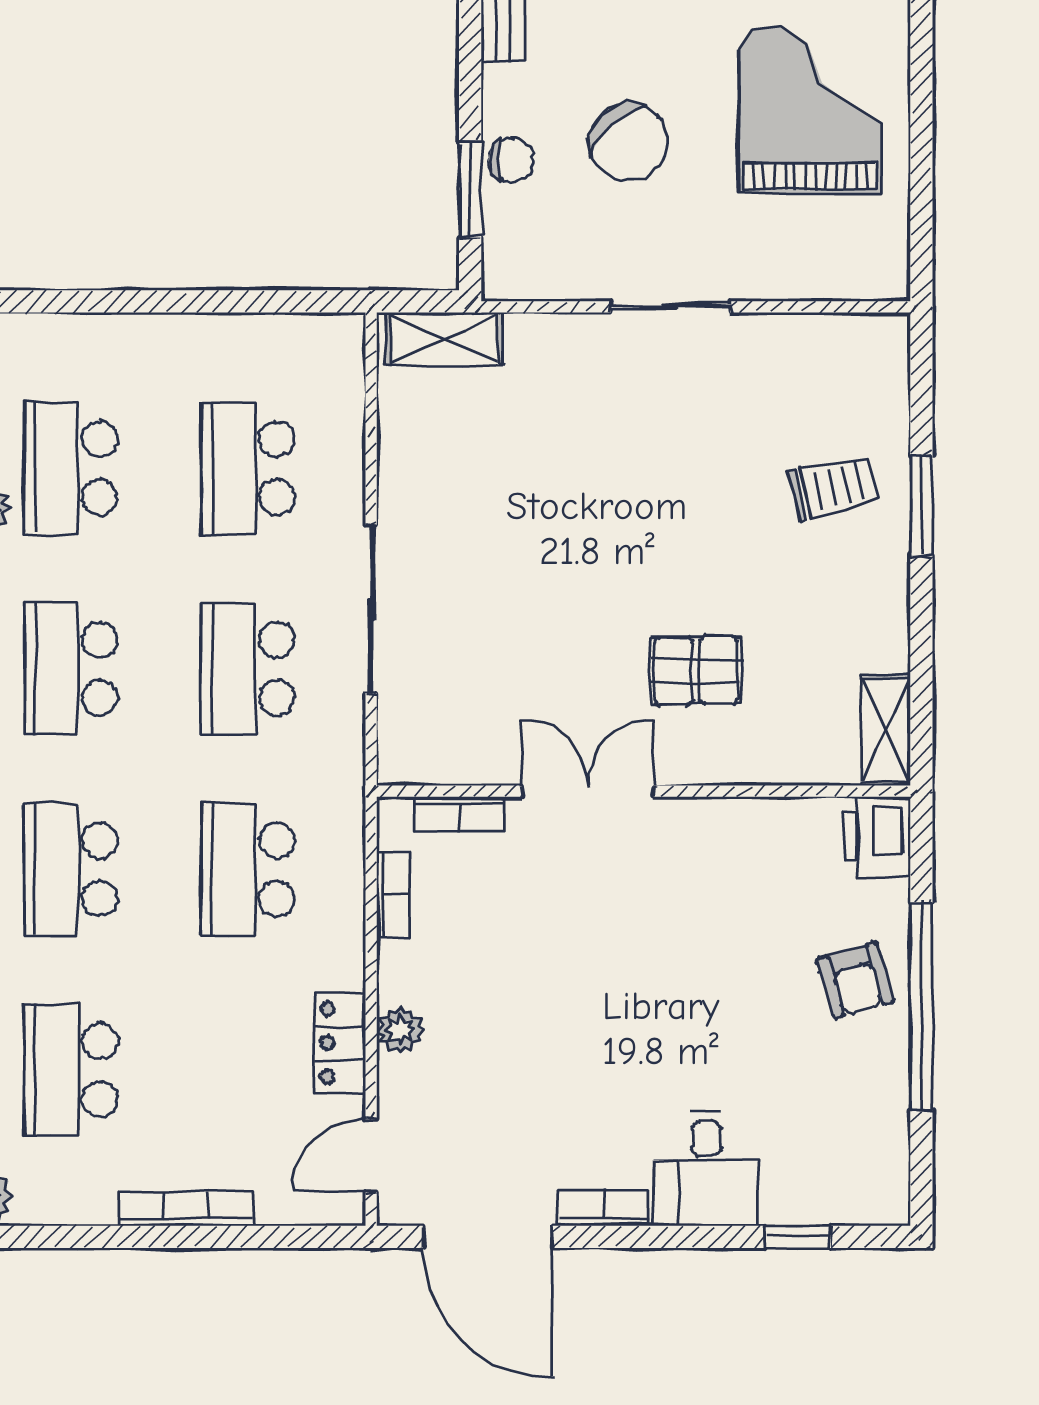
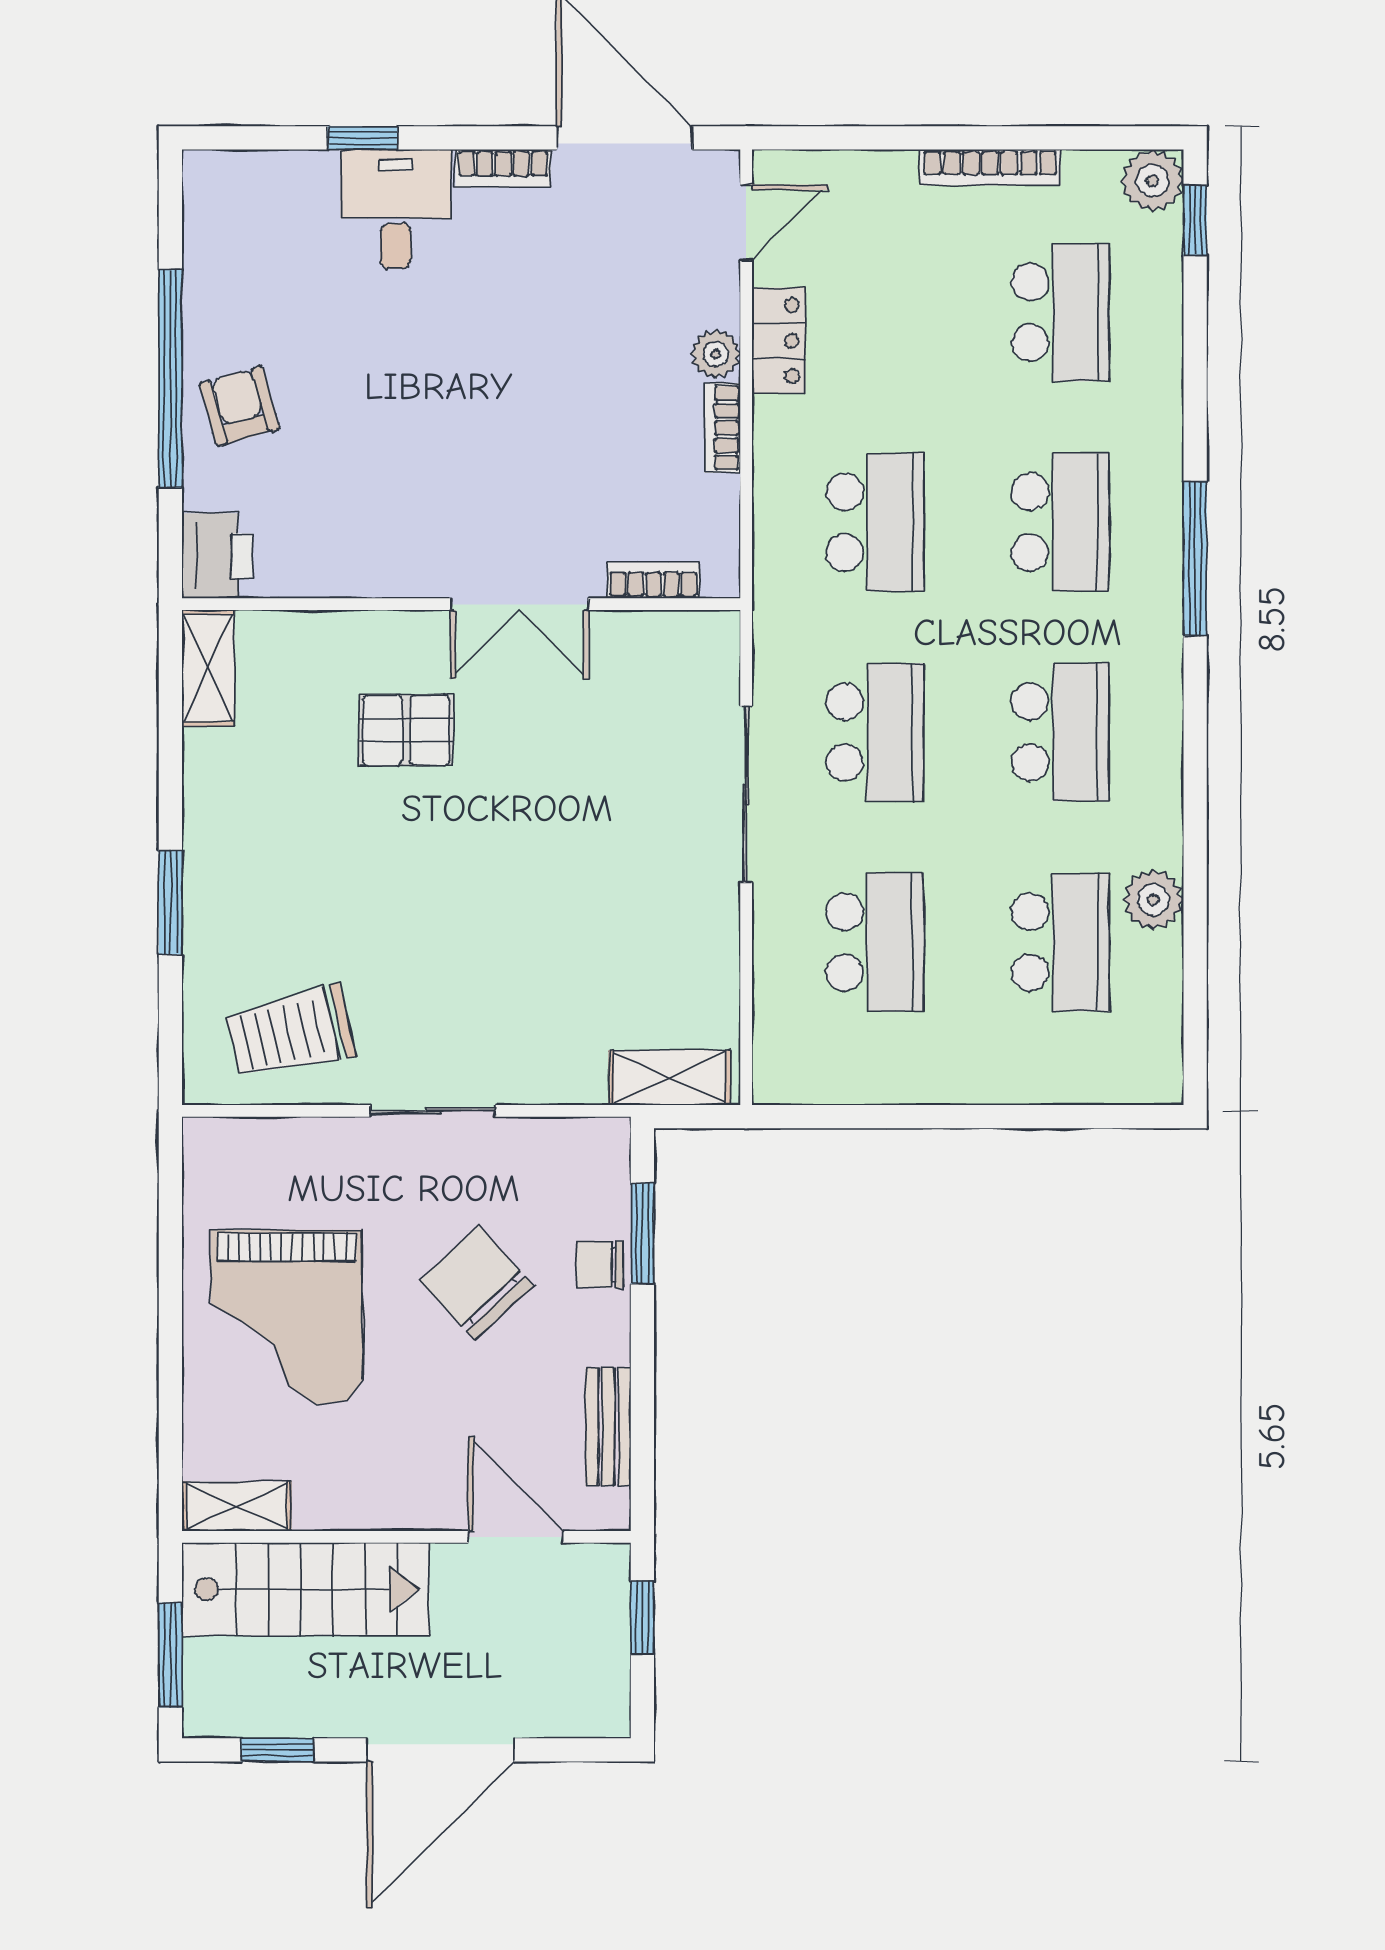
trolley: (834, 487) -> (290, 1033), moved, width x1.36, depth x1.39
bookcase: (394, 894) -> (722, 428), moved
bookcase: (186, 1209) -> (990, 167), moved
window: (798, 1237) -> (363, 138), moved

